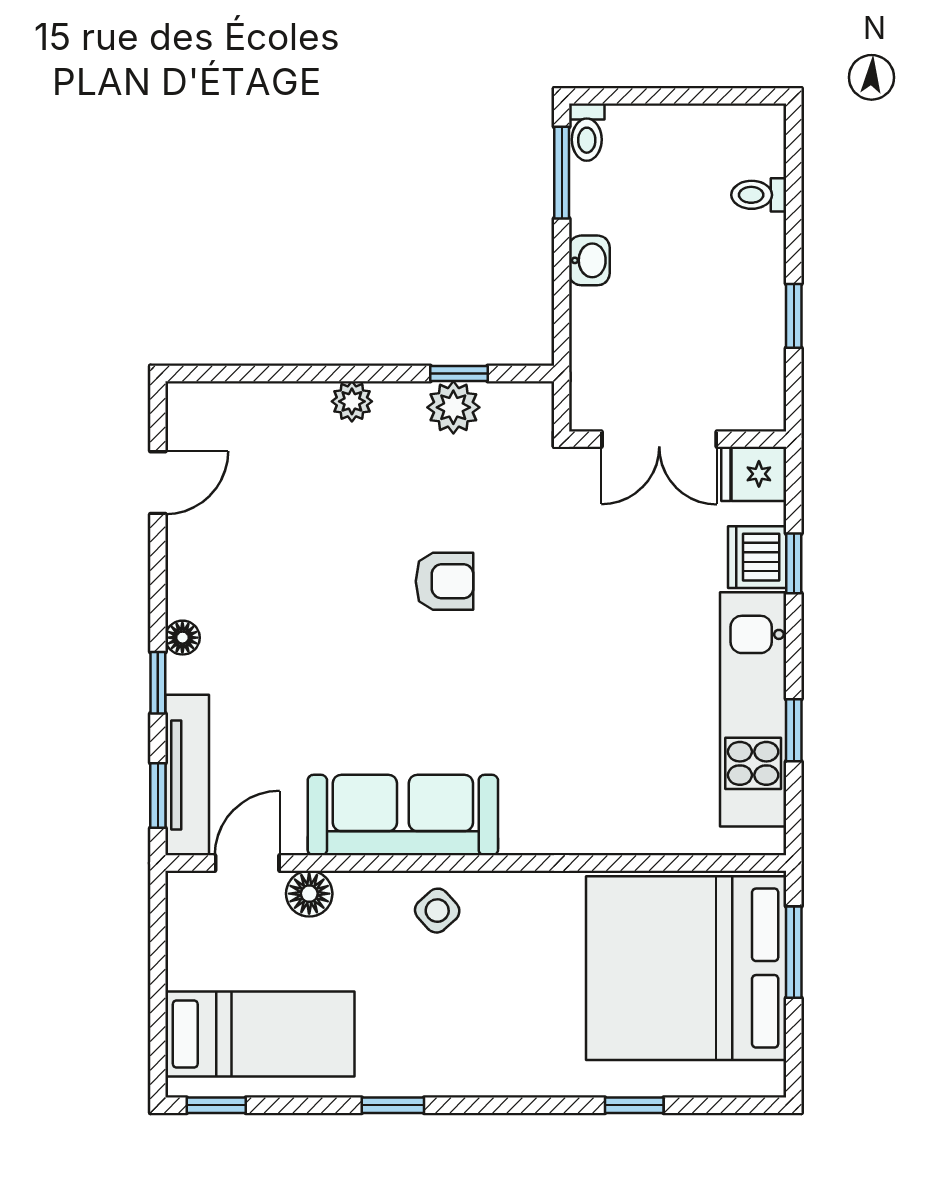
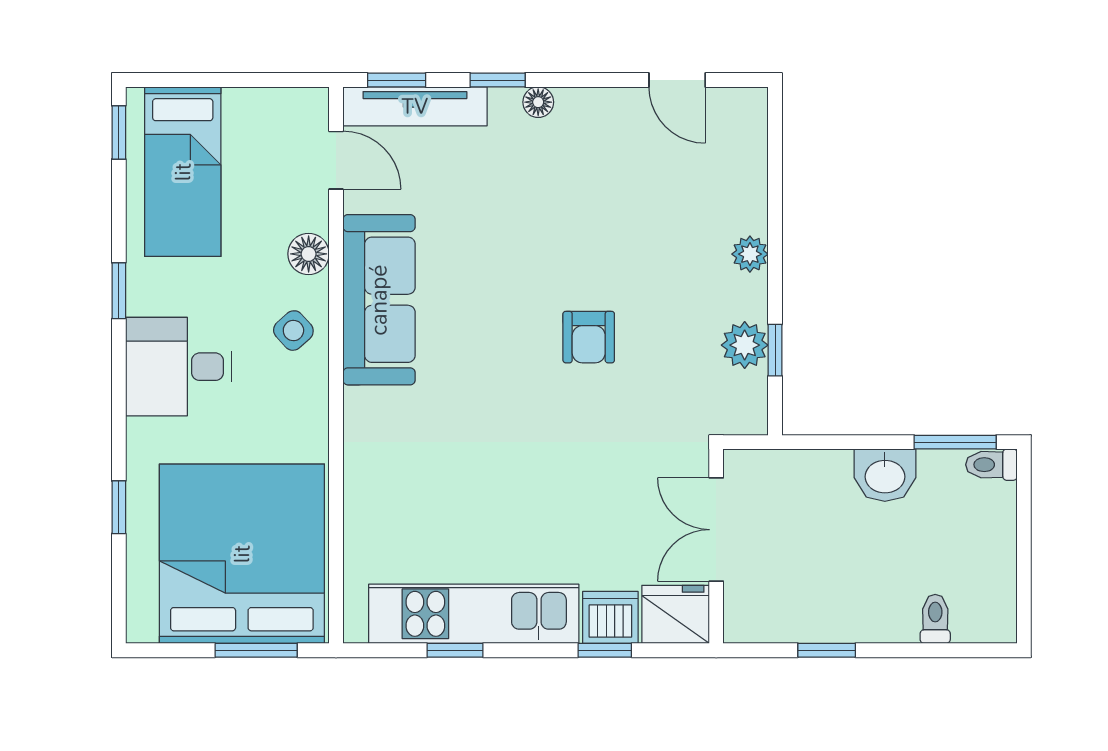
washbasin: (589, 260) -> (885, 475), width x1.38, depth x1.45
fridge: (754, 474) -> (676, 614), width x1.38
floor lamp: (309, 894) -> (309, 254), moved
desk: (477, 1038) -> (179, 367), added

